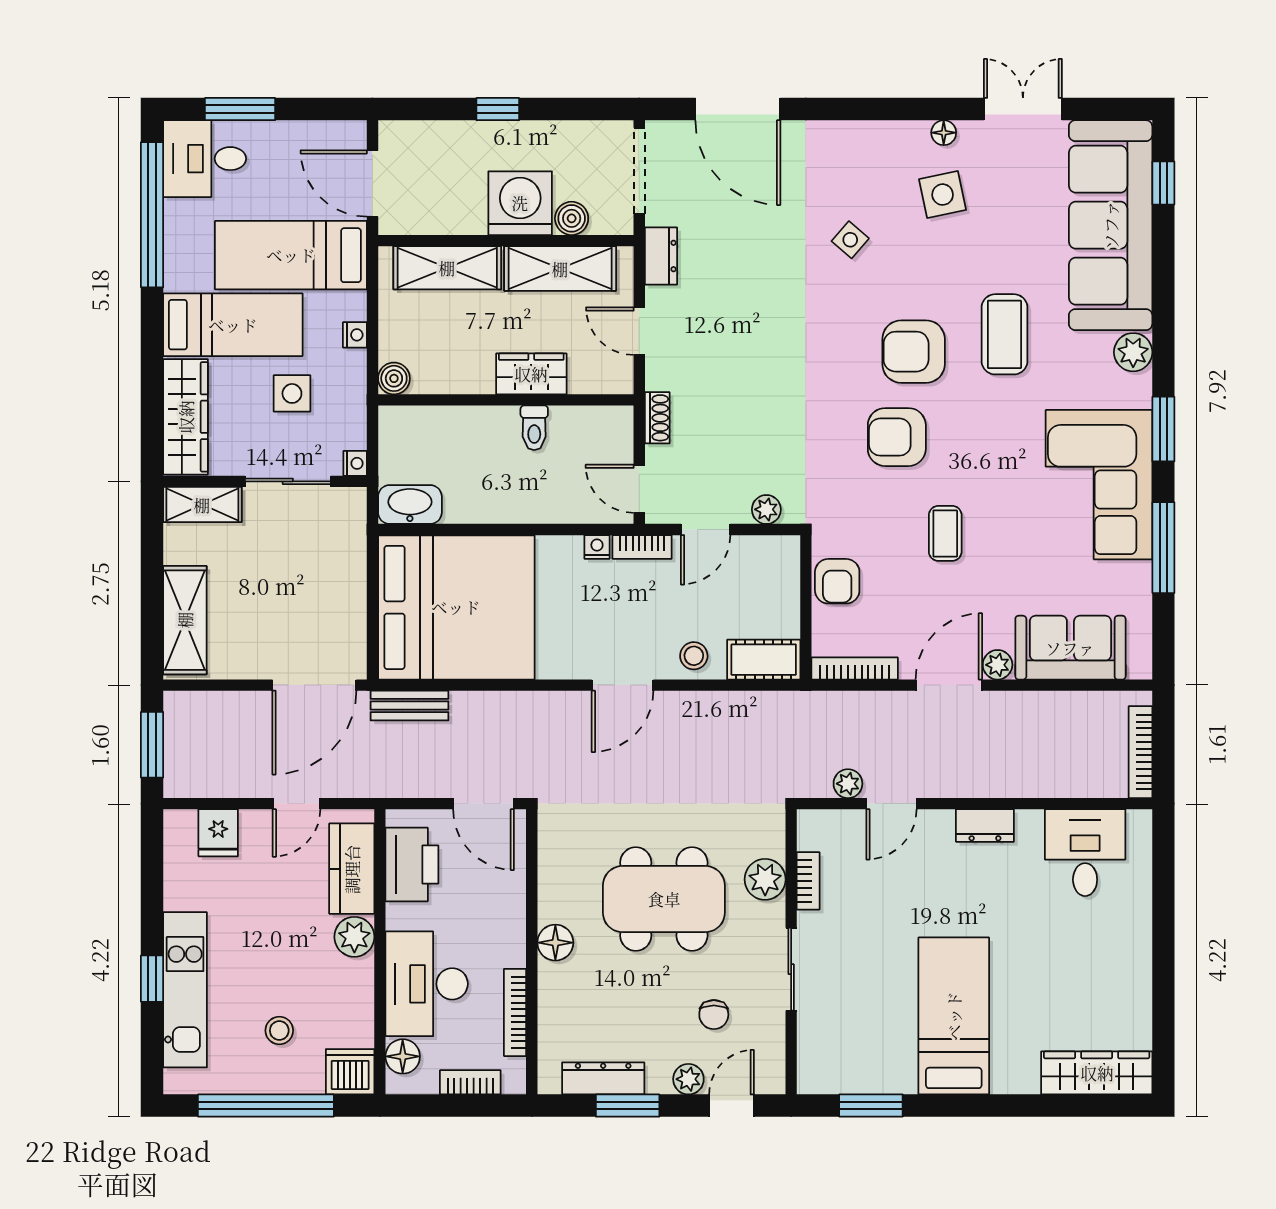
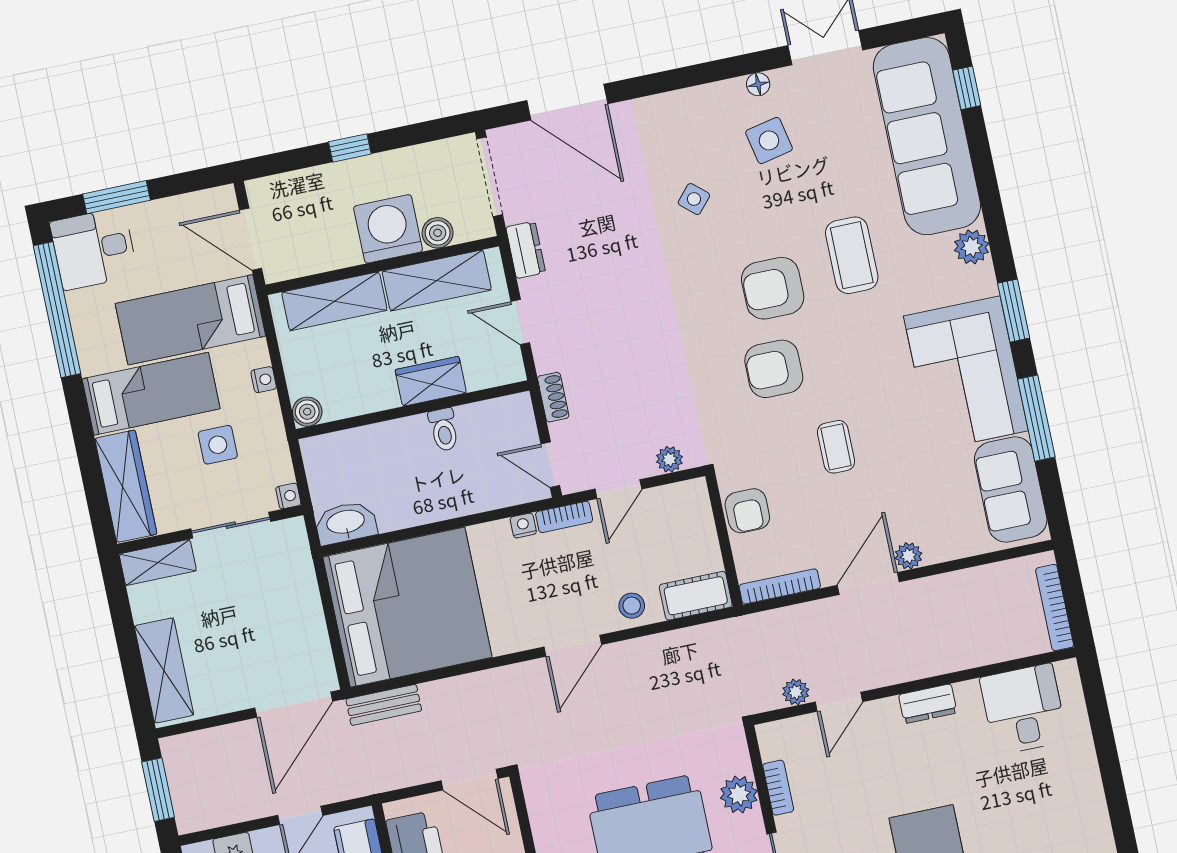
sofa: (1070, 648) -> (1011, 490), moved, turned -90

